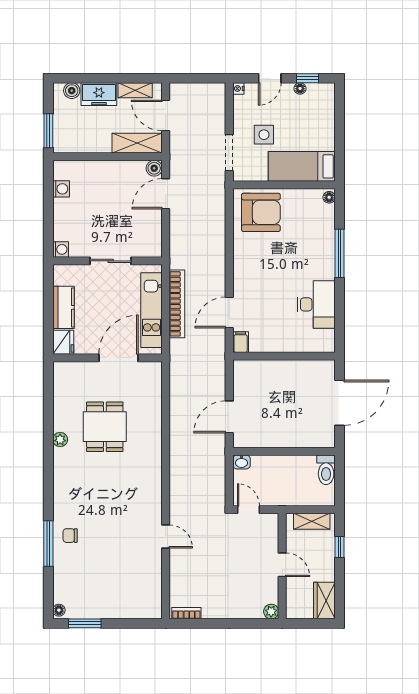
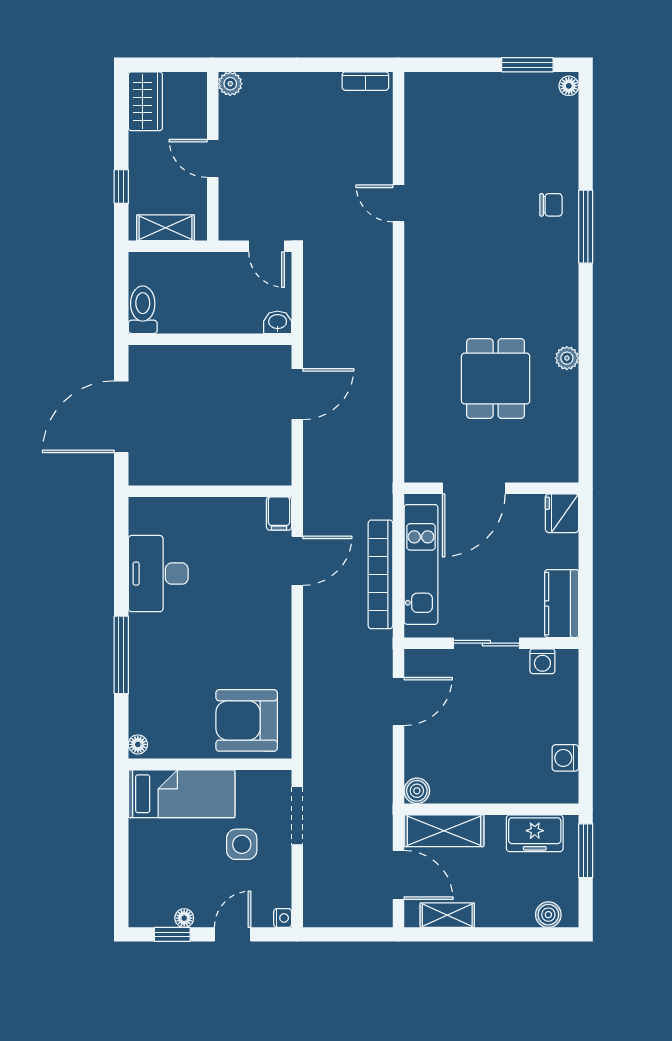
freezer: (99, 94) -> (535, 833), moved, turned 180
door: (166, 194) -> (398, 701), moved
washing machine: (61, 249) -> (542, 661), moved, turned -90
kitchen counter: (63, 307) -> (562, 604), moved
window: (48, 543) -> (586, 227), moved

